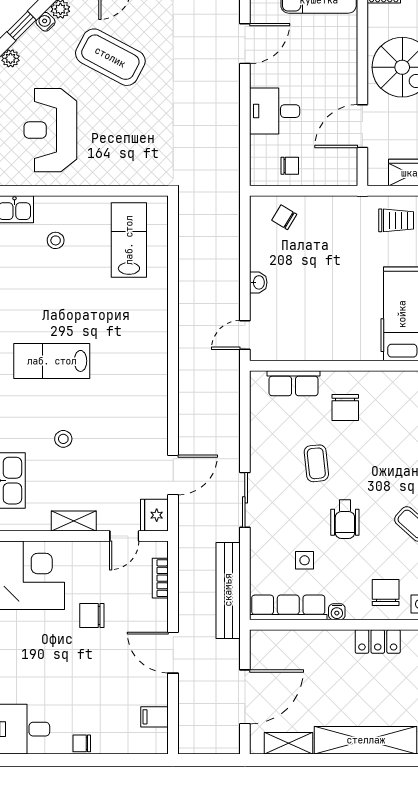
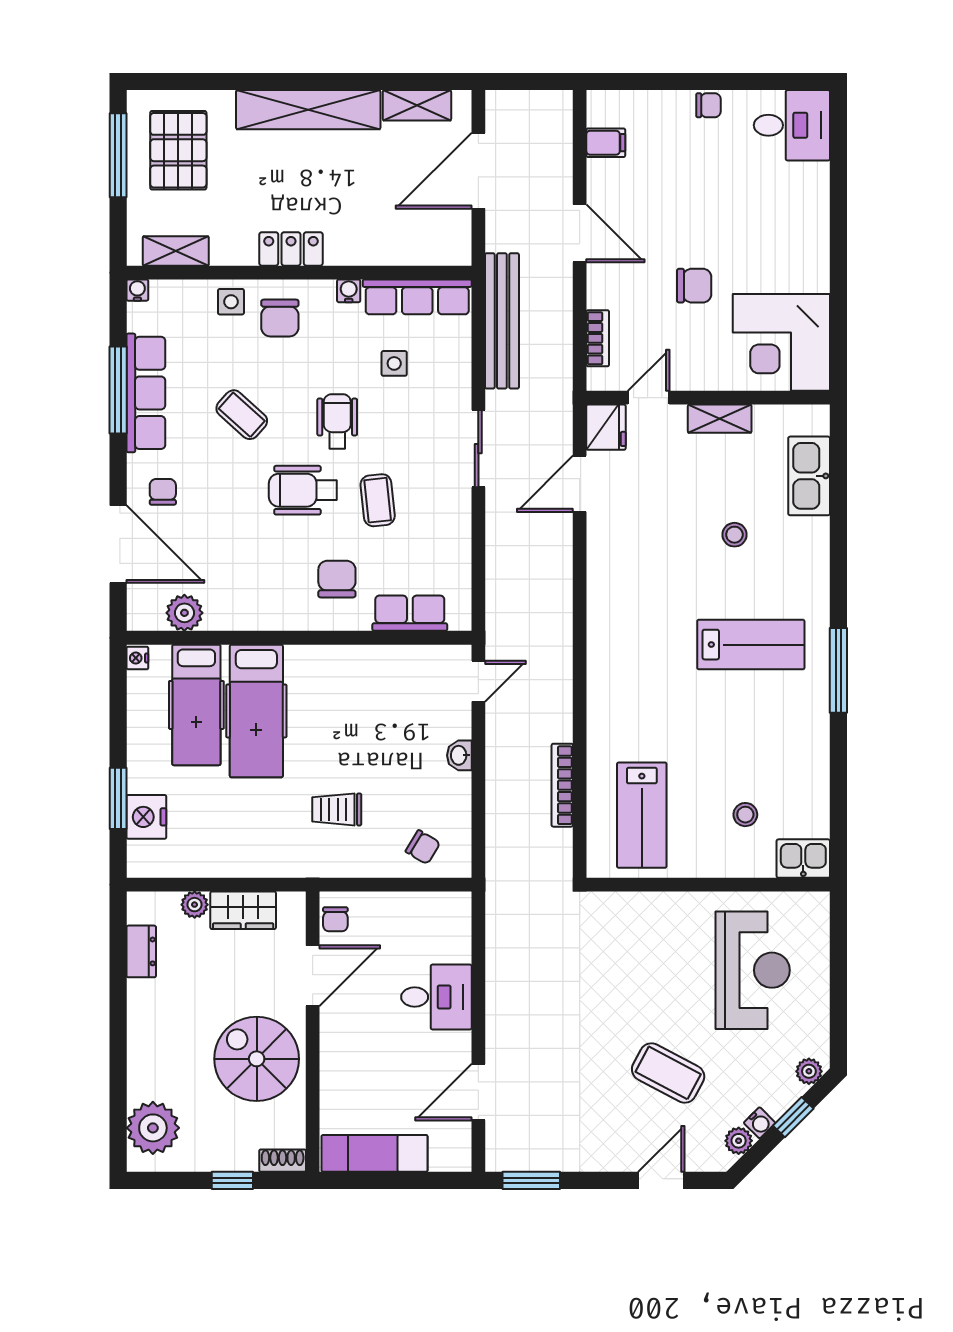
coffee table: (110, 57) -> (668, 1073), width x0.73, depth x0.76
chair: (290, 166) -> (335, 919), moved, turned -90
trolley: (396, 220) -> (337, 809), moved
bookcase: (185, 261) -> (562, 785), added
wheelchair: (369, 470) -> (303, 490), added

